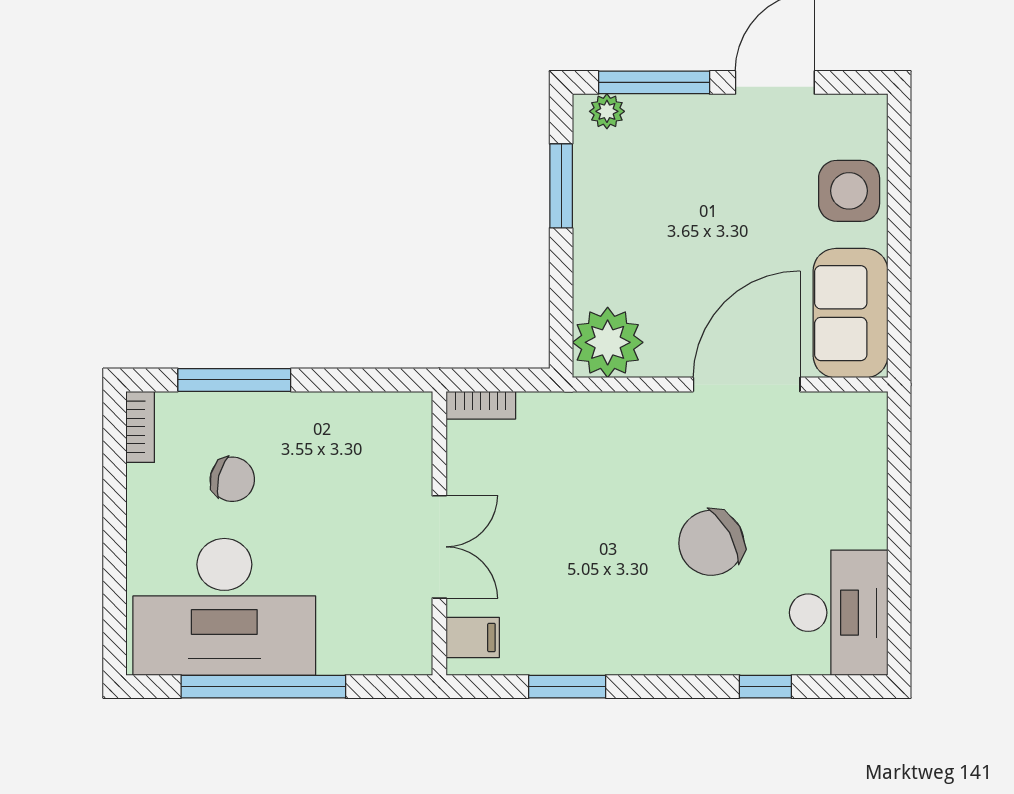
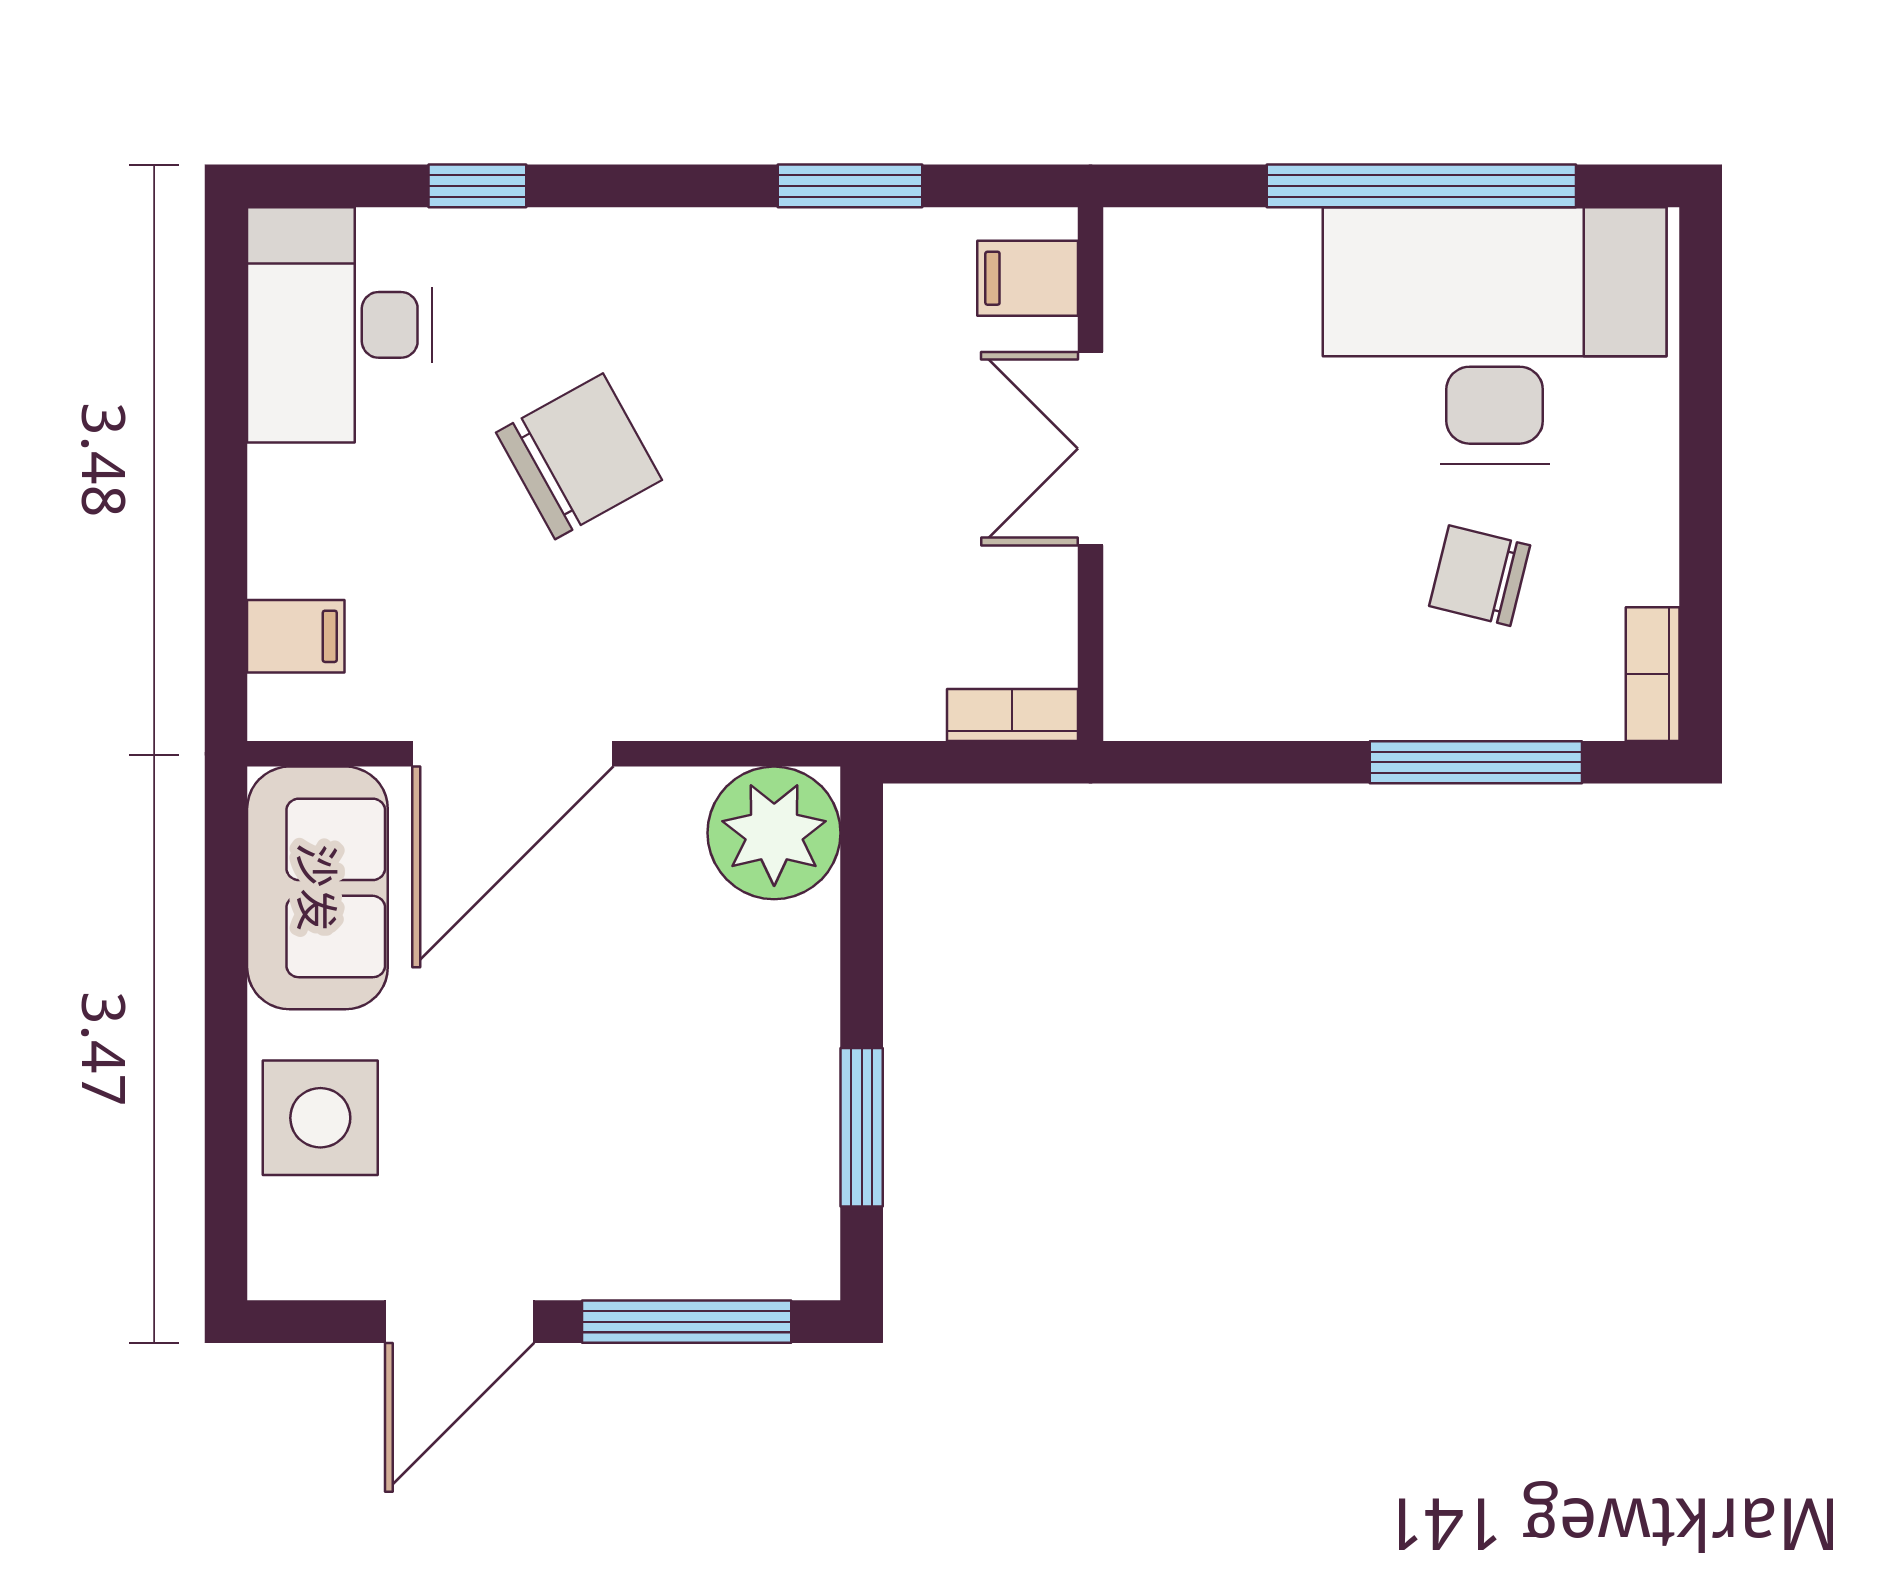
plant: (607, 111) -> (775, 1267), removed
filing cabinet: (862, 447) -> (296, 636), added

